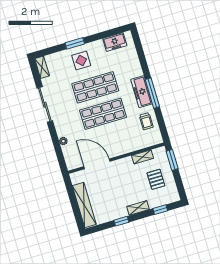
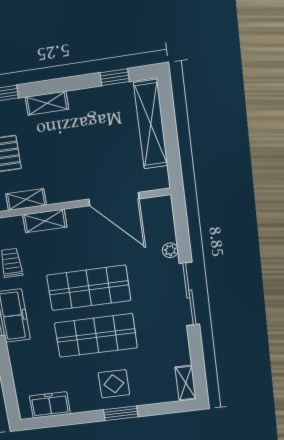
sliding door: (45, 105) -> (189, 294), moved
shelving: (131, 147) -> (45, 221), added
window: (121, 221) -> (115, 77), moved

